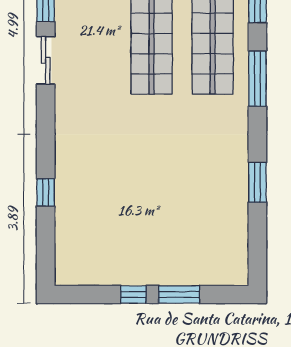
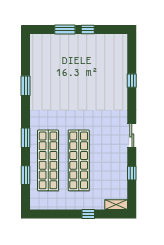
sliding door: (46, 60) -> (132, 135), moved
window: (257, 79) -> (26, 138), width x0.69

